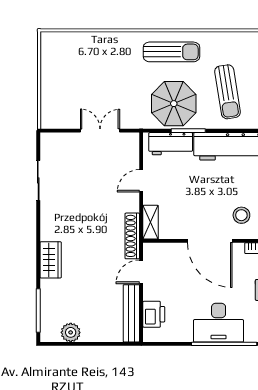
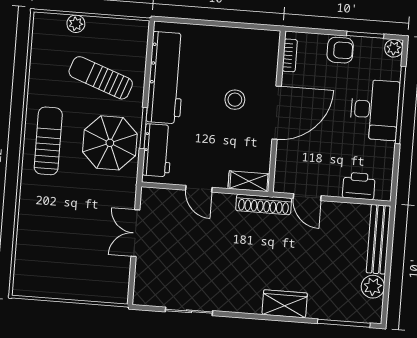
sun lounger: (228, 92) -> (101, 78), turned -151
stool: (241, 215) -> (235, 100), moved
bench: (131, 313) -> (378, 239), moved, turned 90

